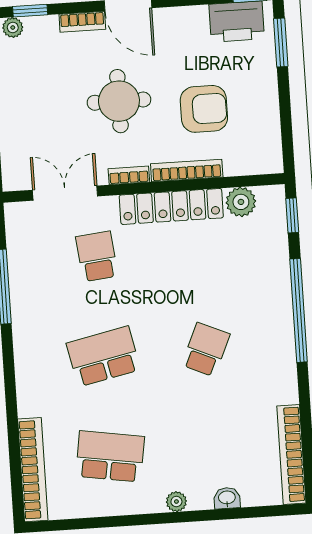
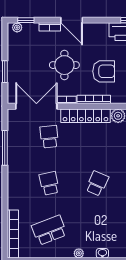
double door: (65, 193) -> (36, 106), width x1.37
school desk: (103, 356) -> (49, 183), width x0.54
school desk: (110, 456) -> (49, 230), turned -30

